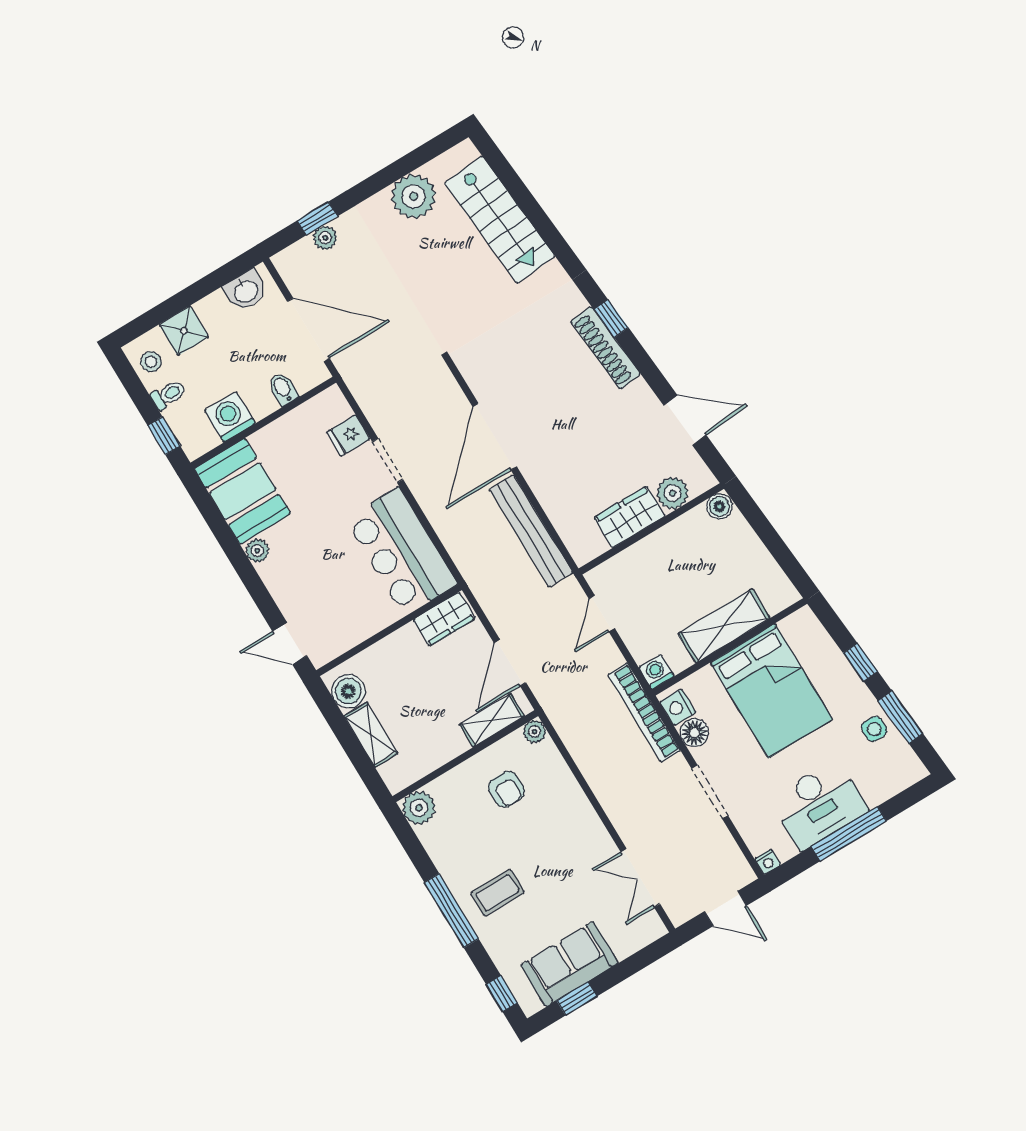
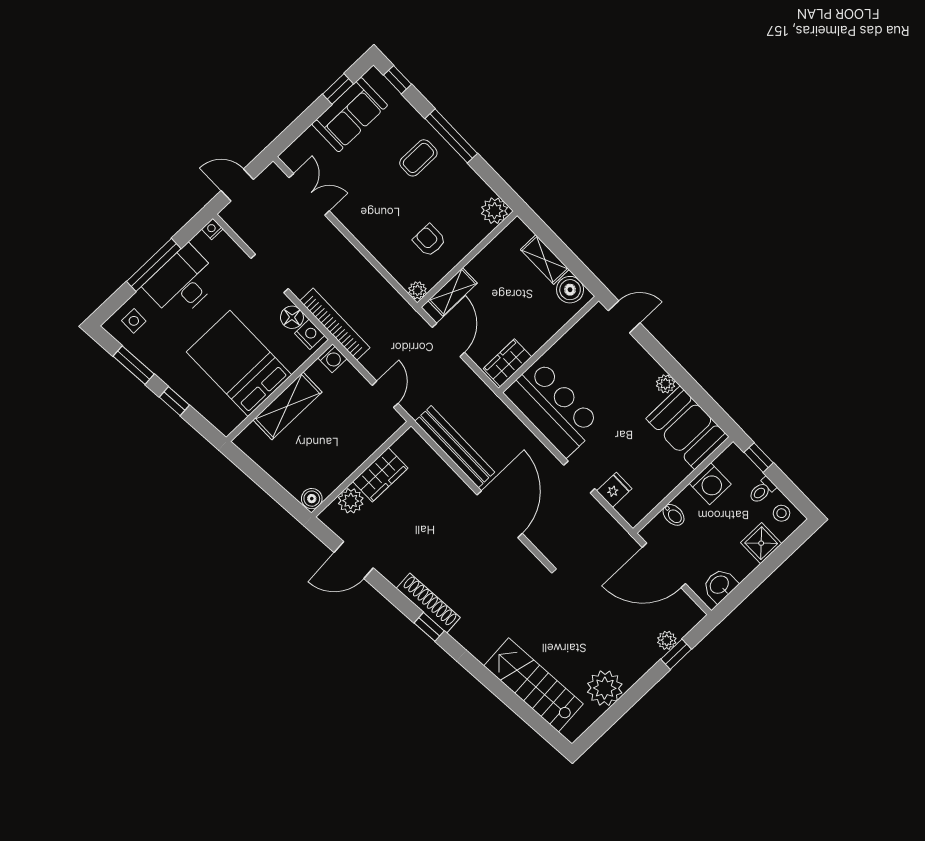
side table: (874, 729) -> (134, 321), moved

